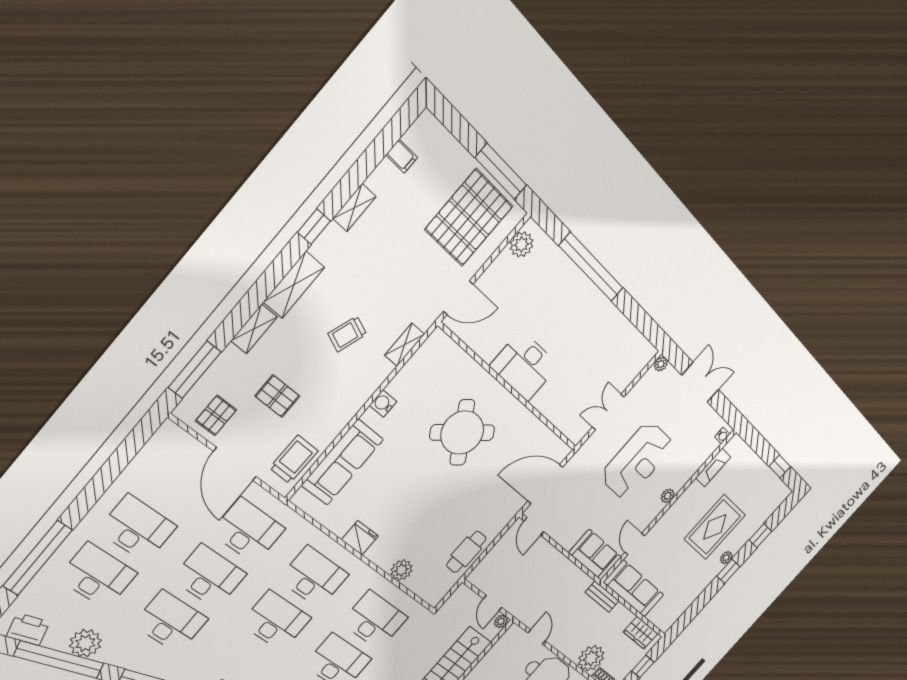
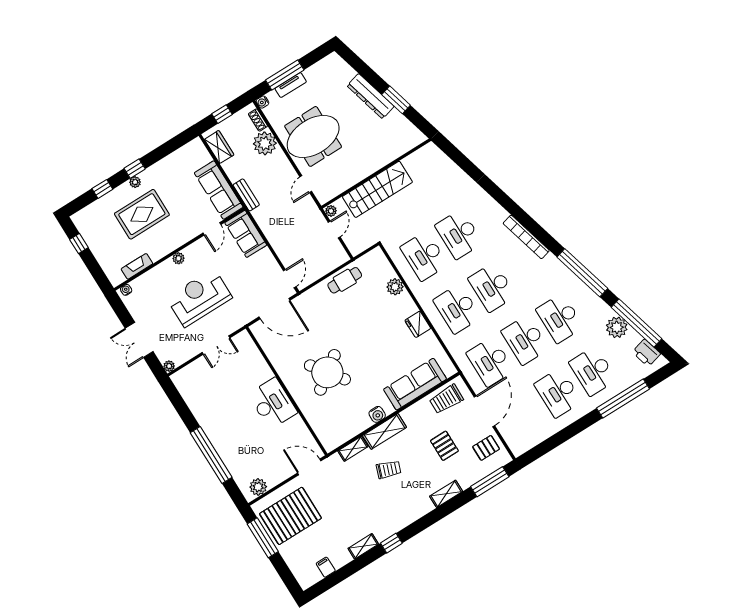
shelving: (294, 285) -> (385, 431), moved

